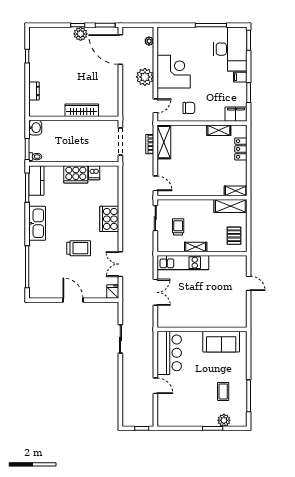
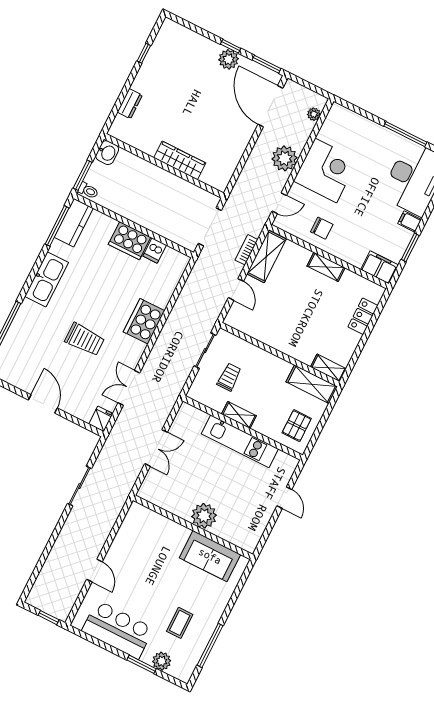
shelving: (219, 130) -> (326, 267), moved
door: (155, 183) -> (236, 289), moved
kitchen unit: (183, 263) -> (240, 441), moved
plant: (205, 319) -> (204, 516), added
bar counter: (169, 353) -> (118, 630), moved, turned -90

